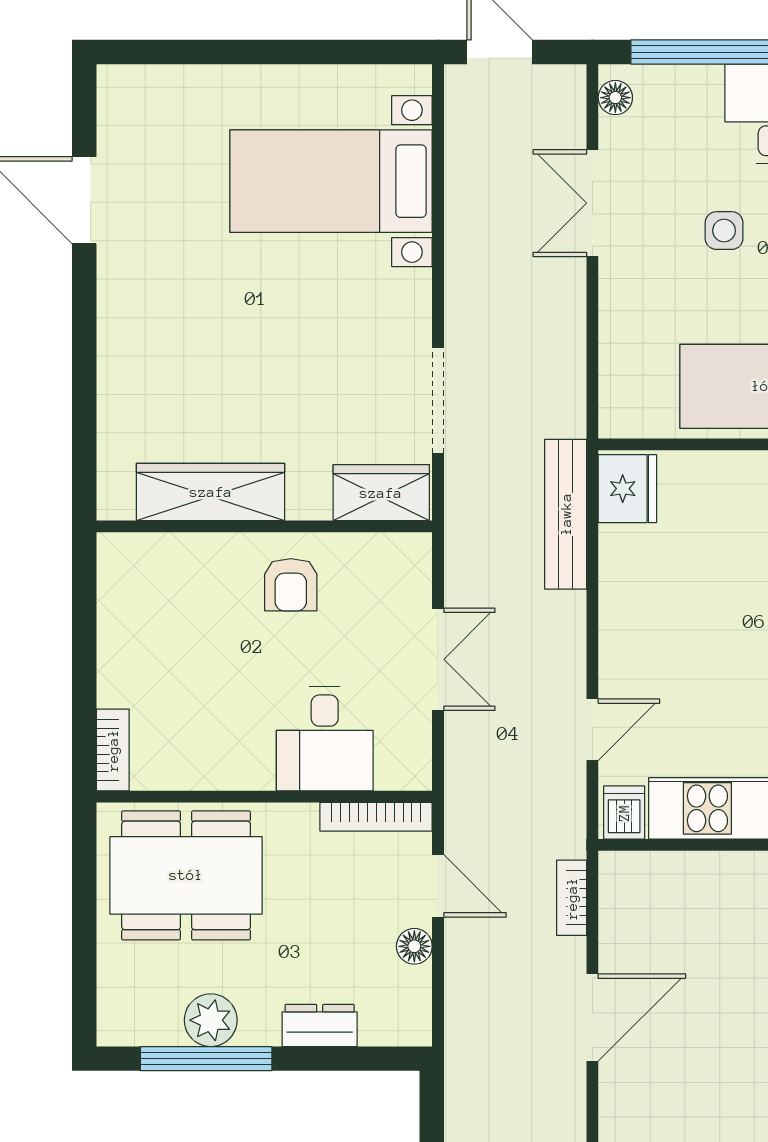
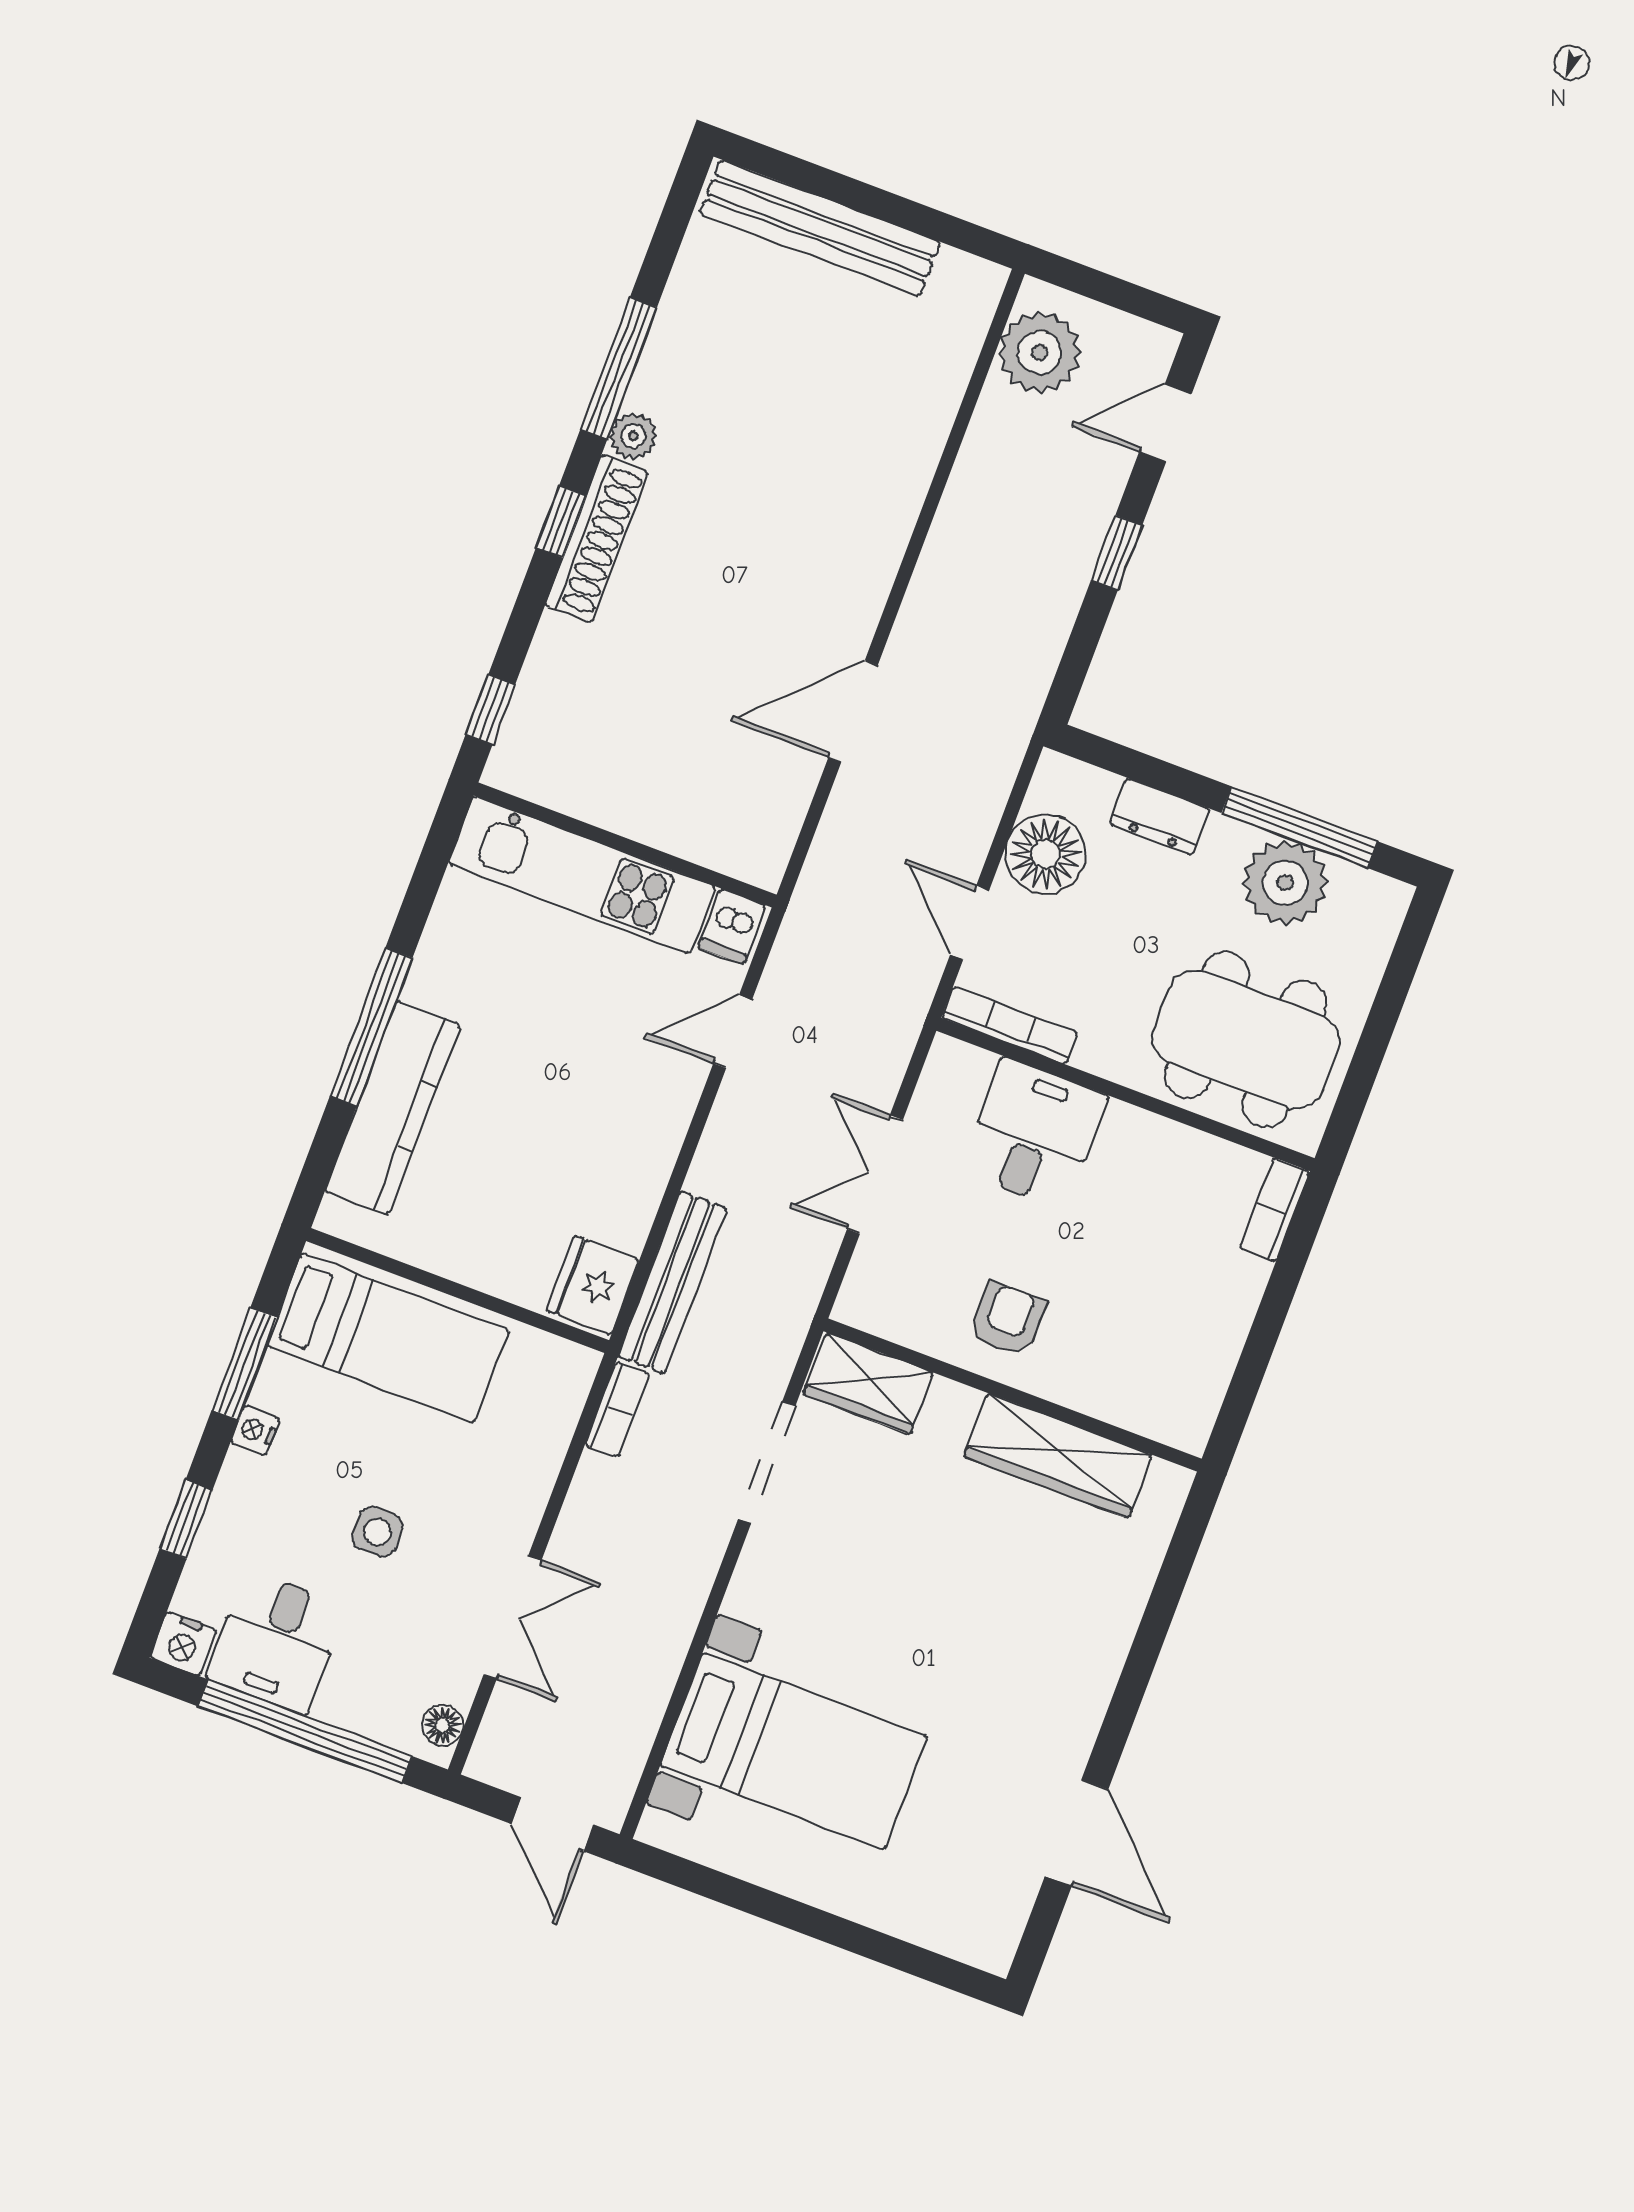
bookcase: (572, 898) -> (617, 1409), moved
floor lamp: (414, 946) -> (1045, 854), width x1.89, depth x1.89
plant: (211, 1020) -> (1285, 883), width x1.36, depth x1.36

